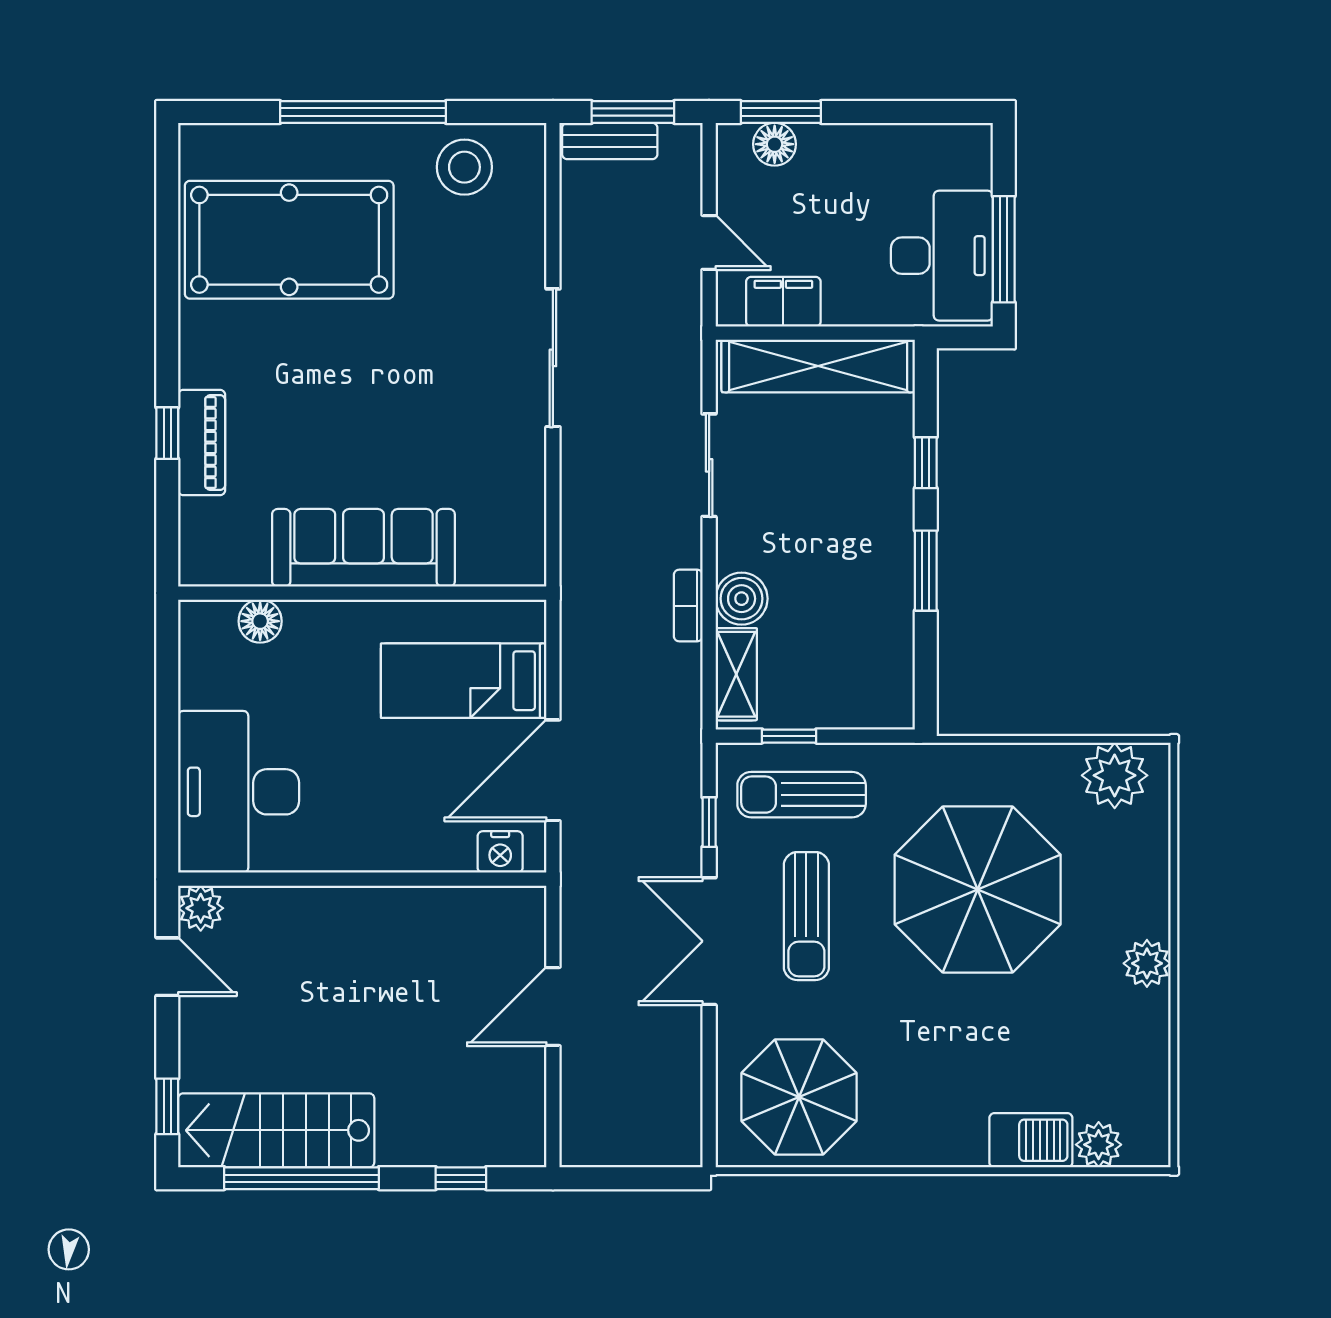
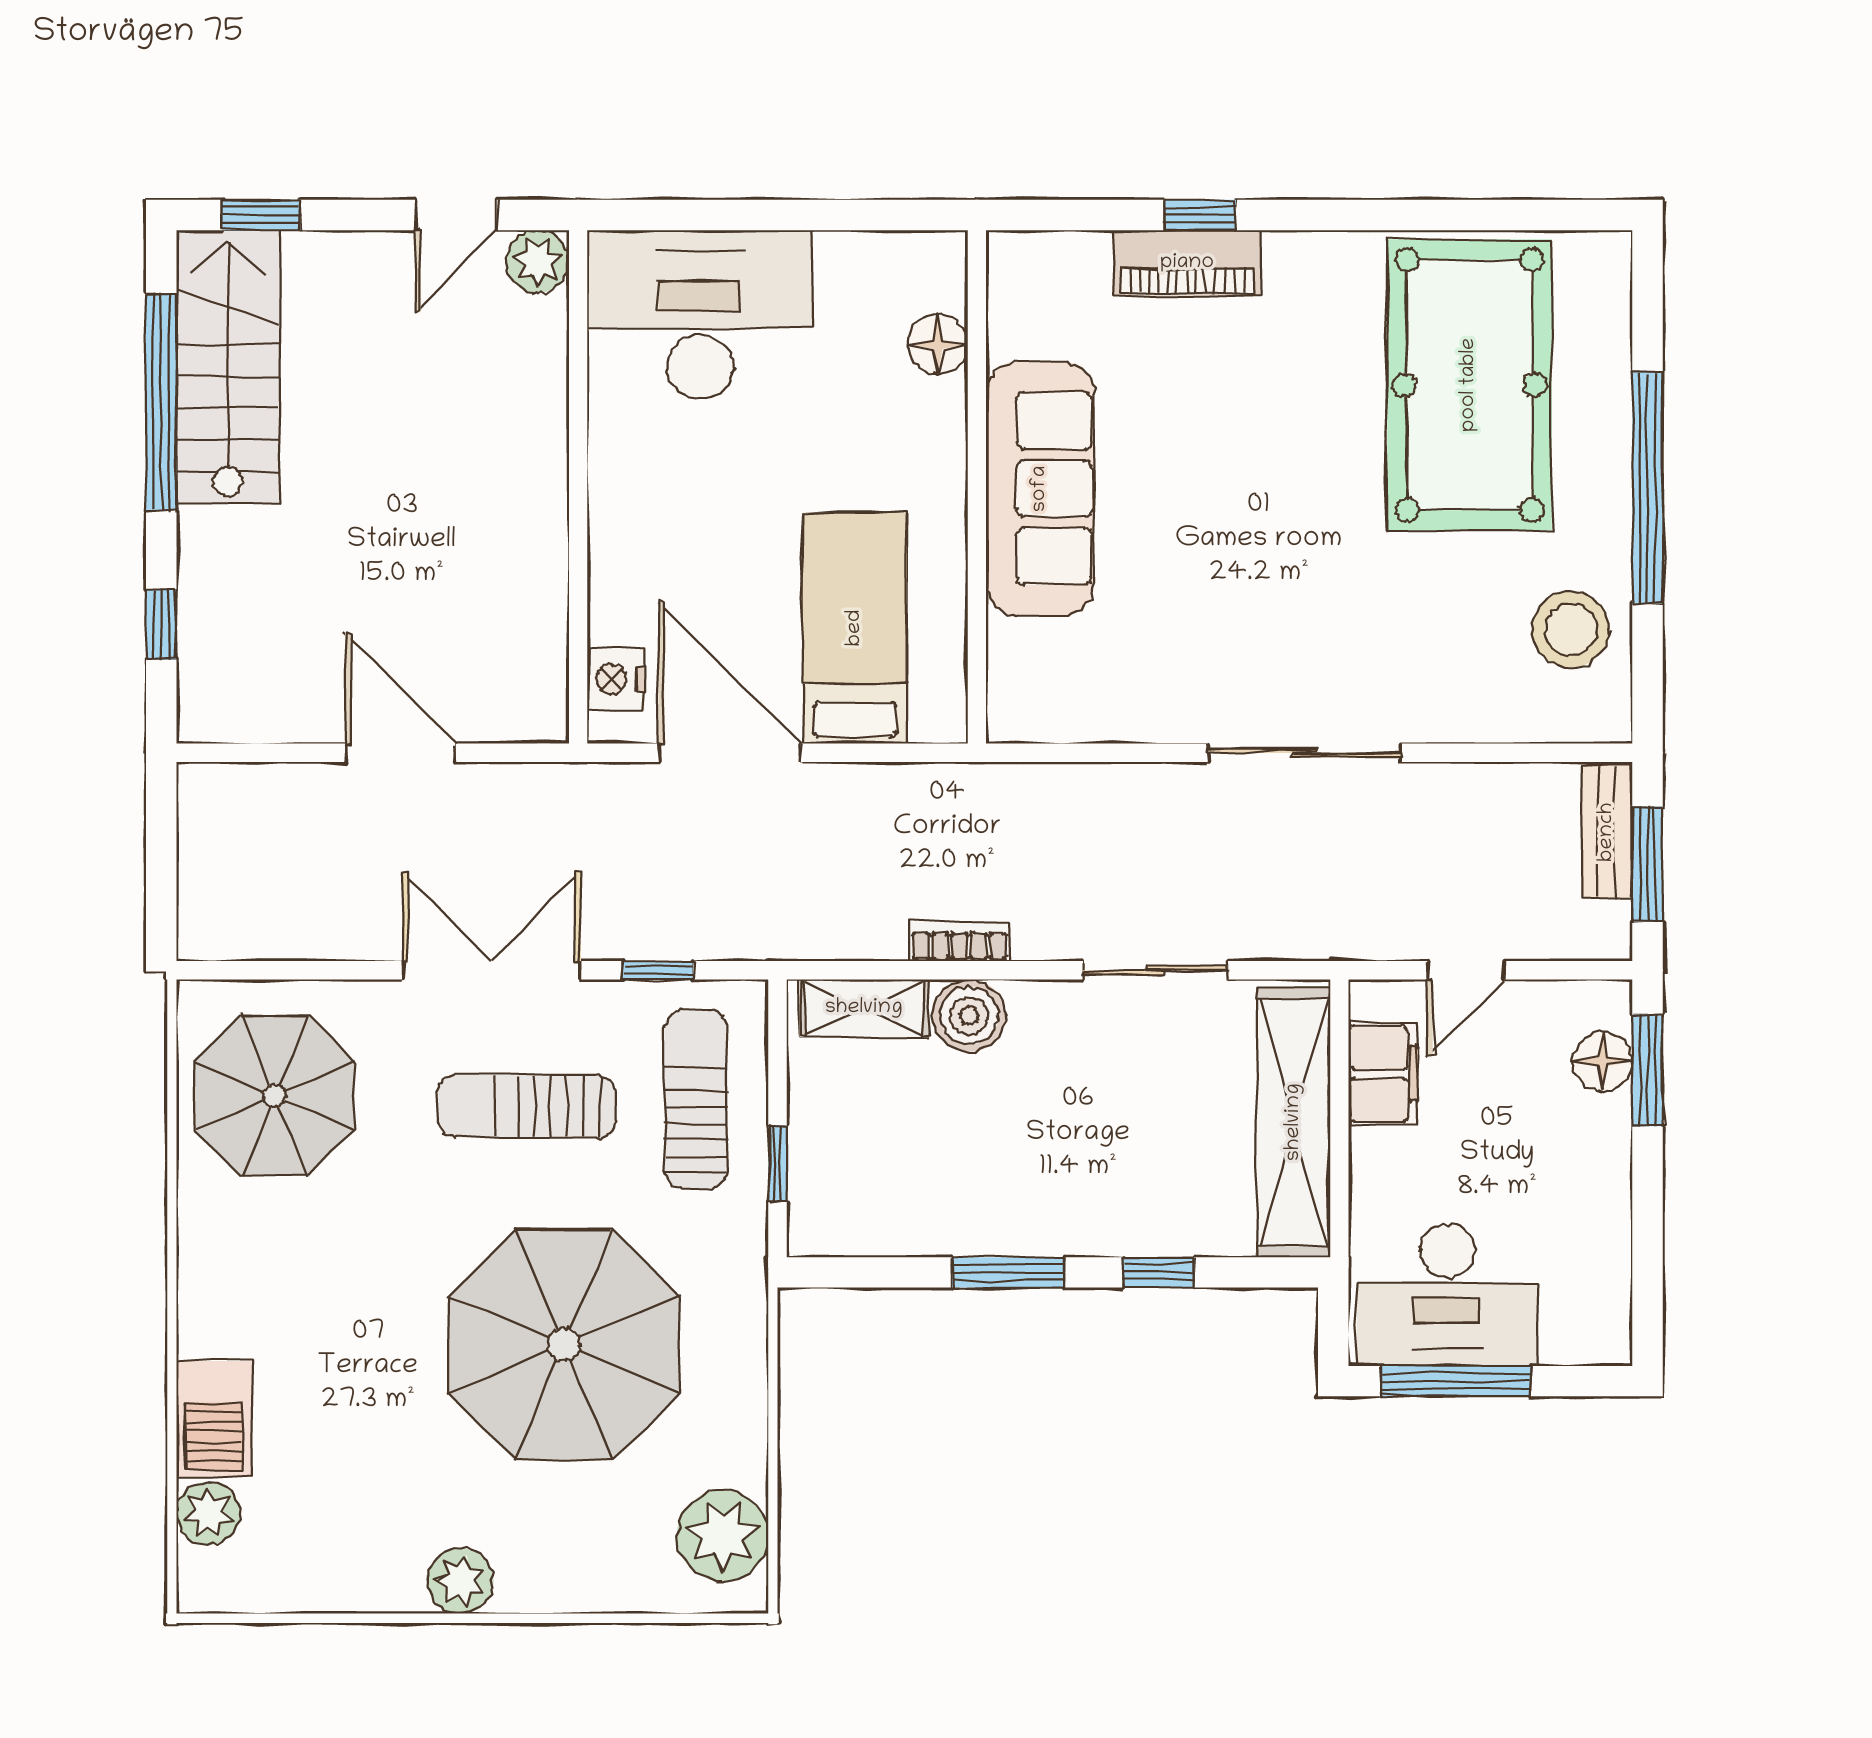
window: (789, 736) -> (777, 1163), moved

